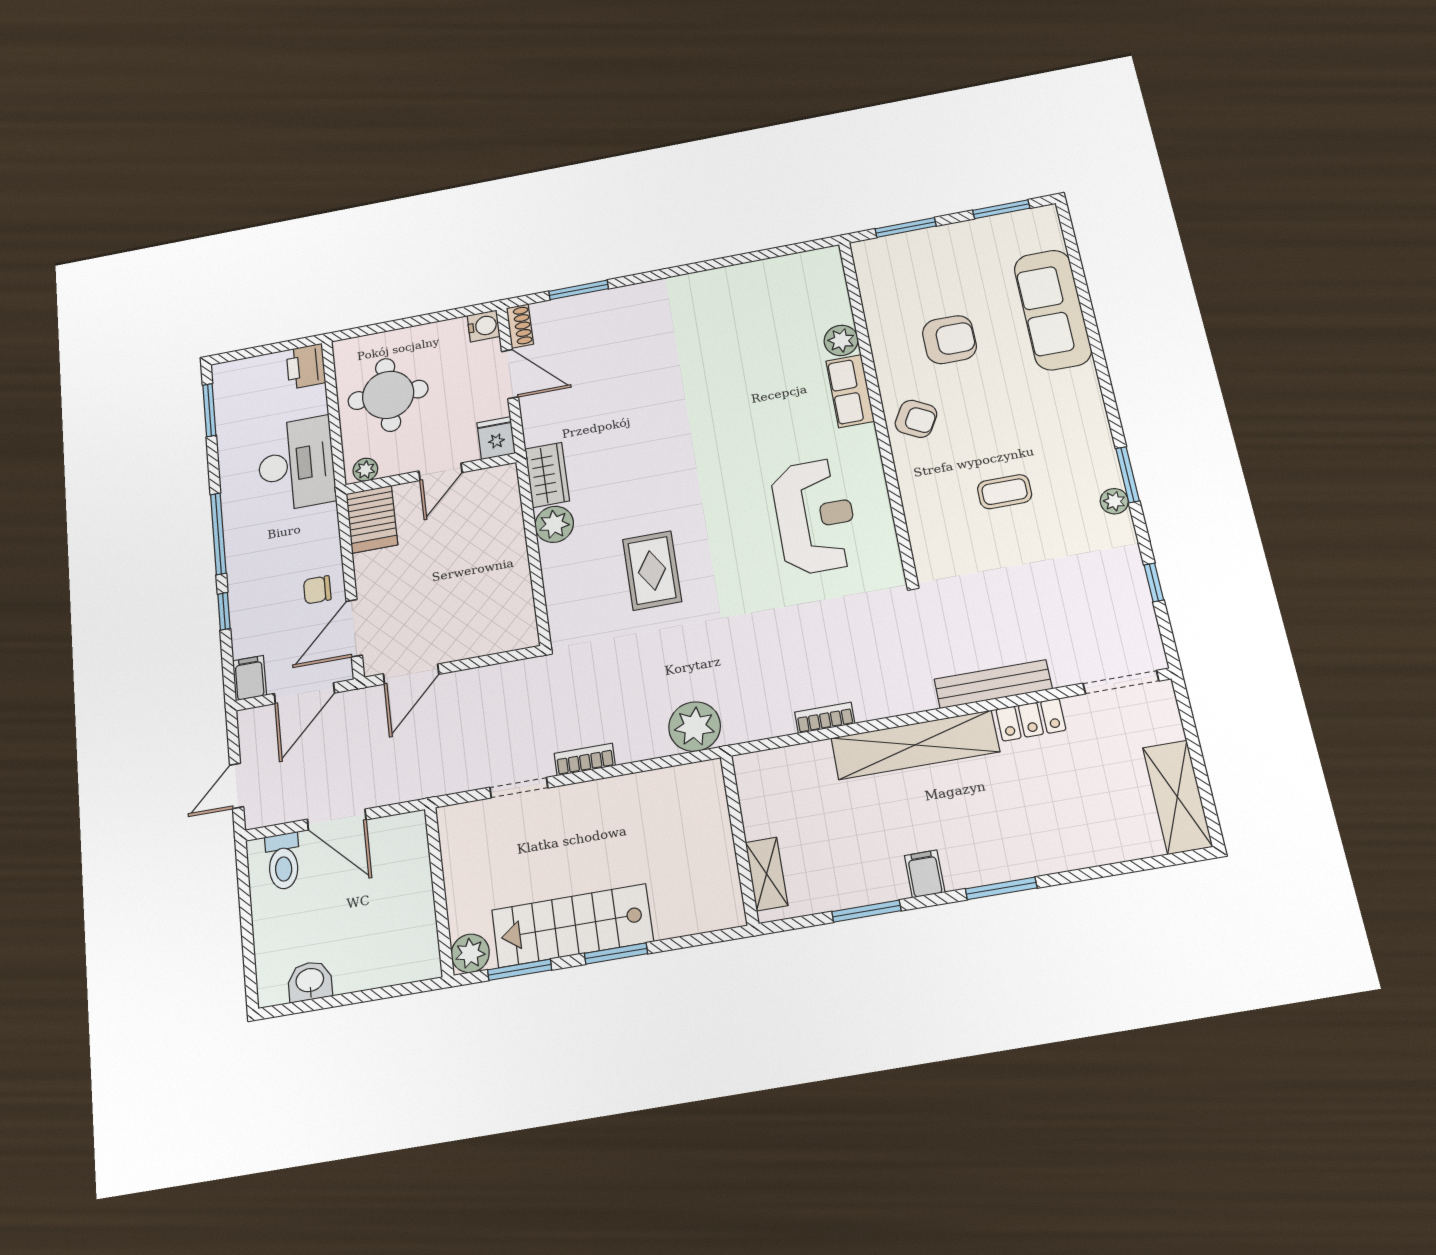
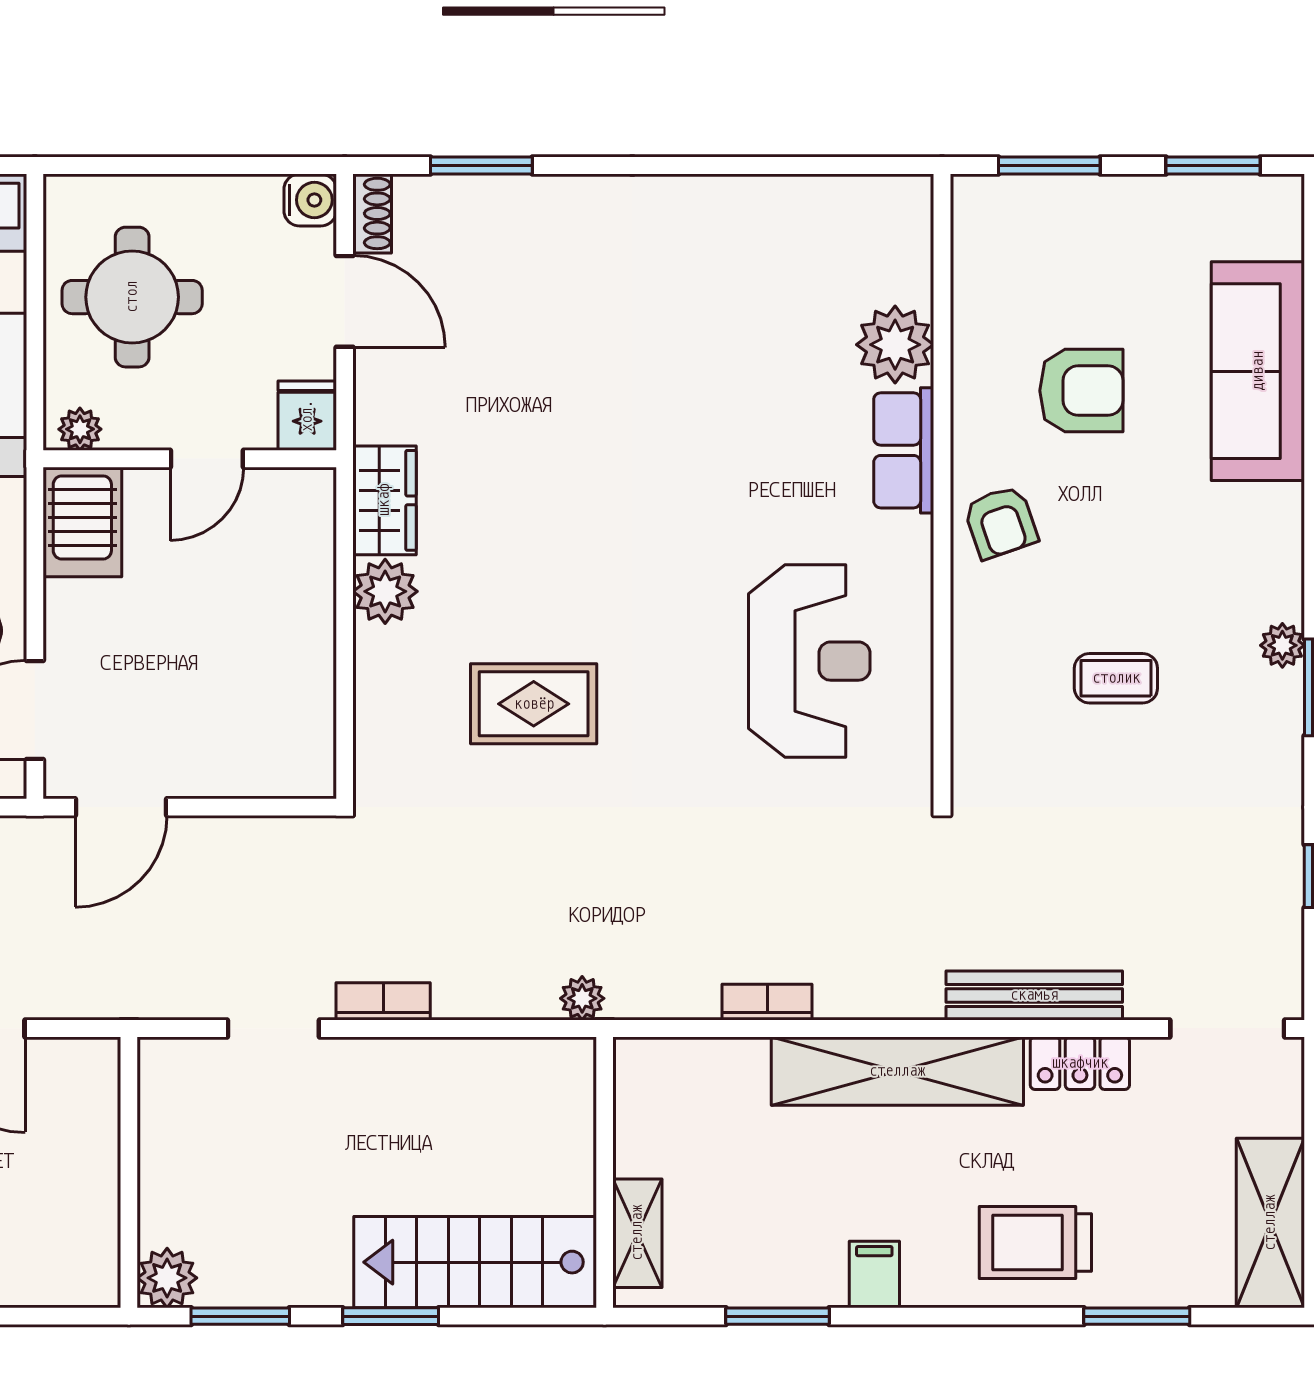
plant: (841, 340) -> (895, 345), width x1.36, depth x1.36
armchair: (916, 419) -> (1001, 522), turned 42
plant: (1114, 501) -> (1282, 645), moved
rug: (652, 570) -> (534, 704), turned 90
plant: (695, 727) -> (582, 998), width x0.53, depth x0.53
trolley: (1026, 836) -> (1035, 1242), added
window: (1001, 888) -> (1137, 1316), moved
stairs: (572, 926) -> (475, 1262), moved

